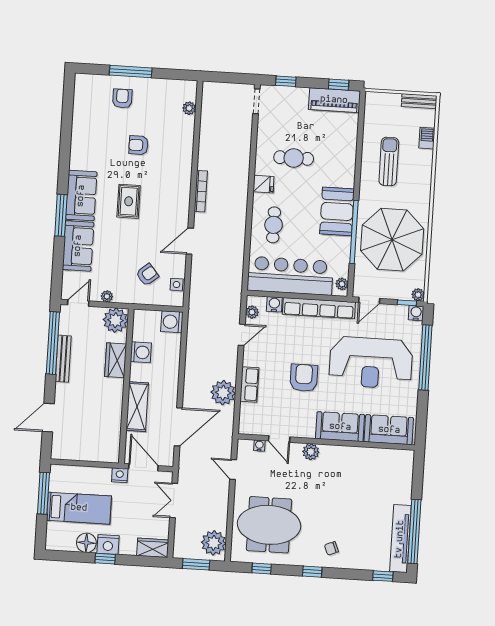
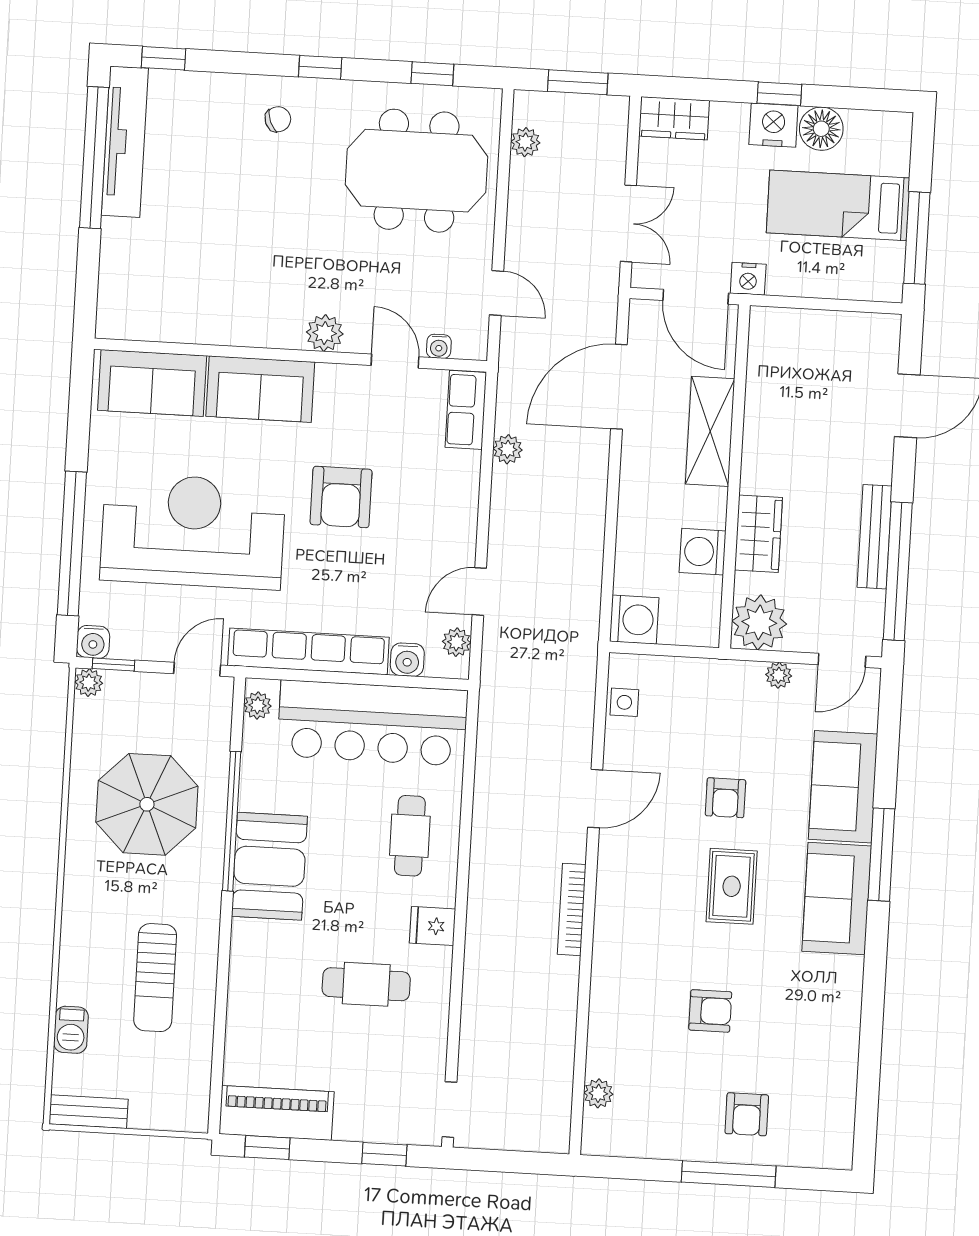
parasol: (392, 240) -> (147, 804), width x0.73, depth x0.73
armchair: (147, 275) -> (726, 798), moved, turned -50
row of seats: (249, 385) -> (466, 410), moved
plant: (223, 393) -> (508, 449), width x0.53, depth x0.53
plant: (214, 543) -> (525, 142), width x0.53, depth x0.53

